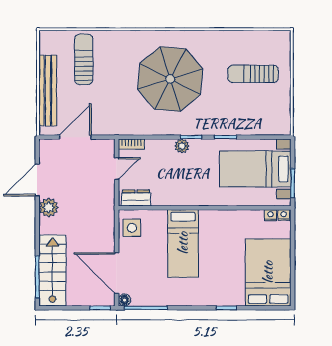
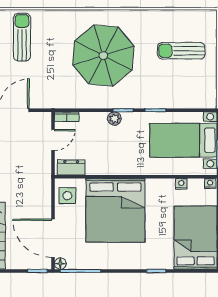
nightstand: (270, 215) -> (181, 184), moved
bed: (183, 243) -> (115, 210), width x2.04

